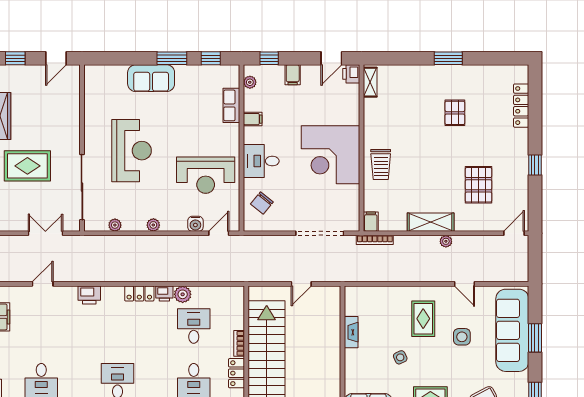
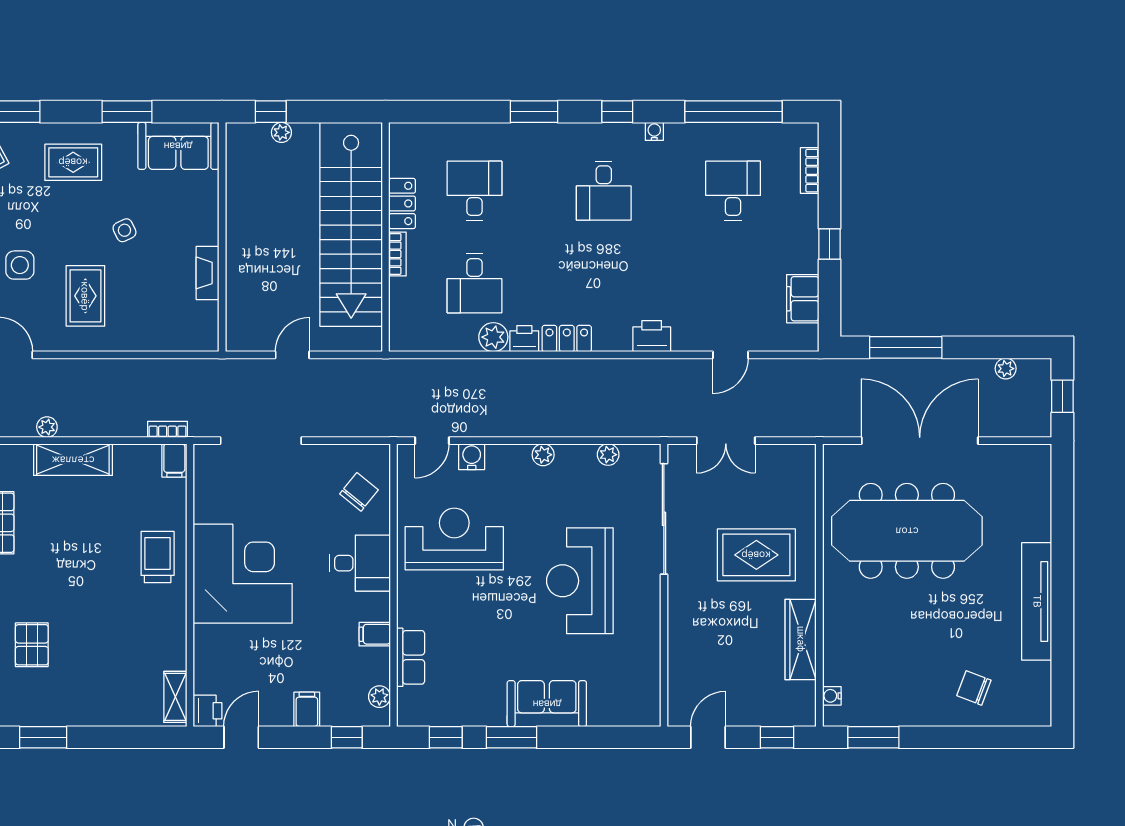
bookcase: (375, 240) -> (167, 429), width x0.64

